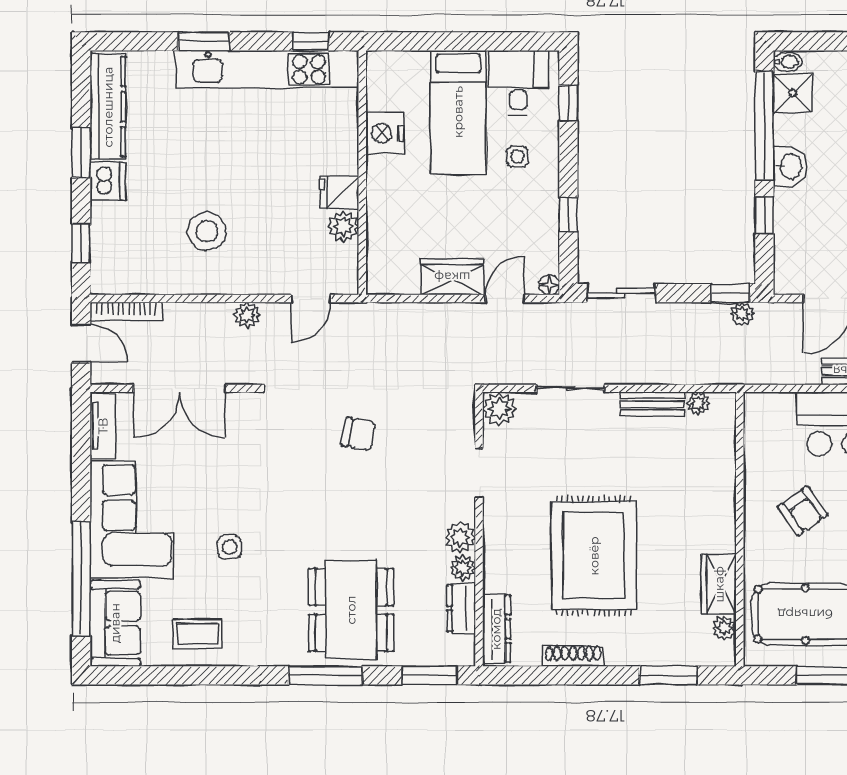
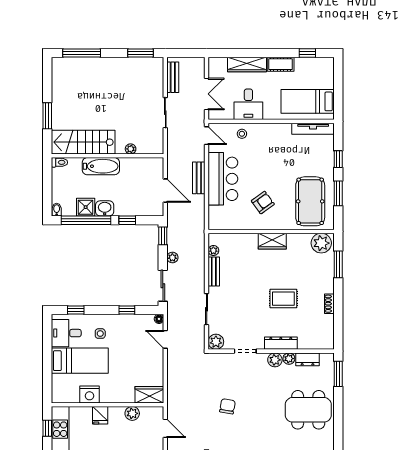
shower: (793, 93) -> (86, 207), moved
fridge: (339, 192) -> (100, 415), moved
wardrobe: (452, 277) -> (149, 395), moved, turned 90
plant: (742, 314) -> (172, 258), moved
rug: (594, 556) -> (283, 299), width x0.54, depth x0.49
wardrobe: (719, 584) -> (272, 241), moved
plant: (725, 628) -> (321, 243), width x1.88, depth x1.88
dresser: (496, 629) -> (281, 343), moved
shoe rack: (573, 656) -> (329, 304), width x0.70
window: (325, 675) -> (338, 422), removed

